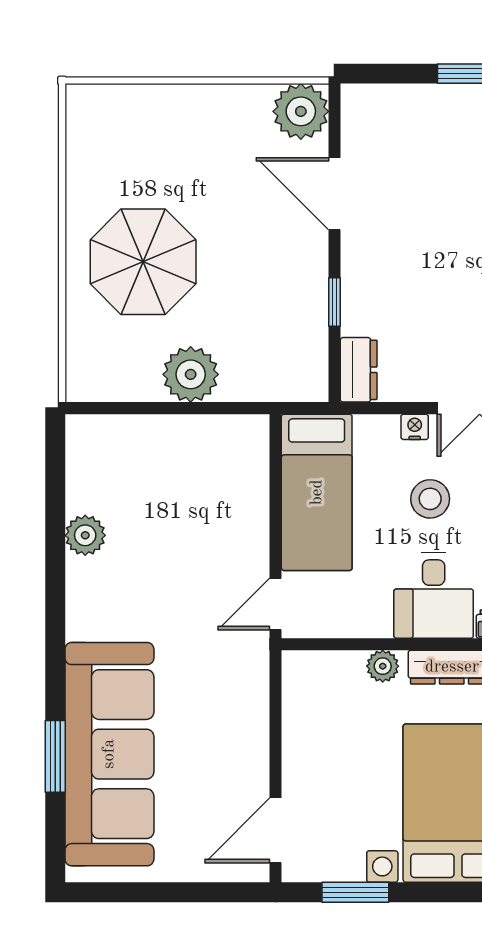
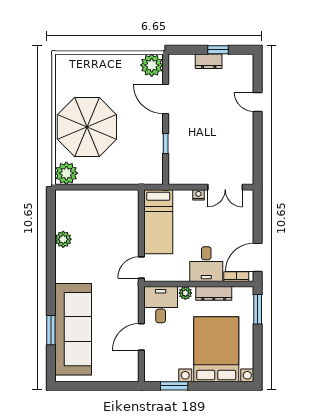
parasol: (143, 262) -> (87, 127), width x1.36, depth x1.36
dresser: (359, 370) -> (209, 61), moved, turned 90
plant: (191, 374) -> (66, 173), moved
stool: (430, 499) -> (205, 224), removed
desk: (323, 694) -> (161, 305), added
door: (276, 830) -> (141, 337), moved

